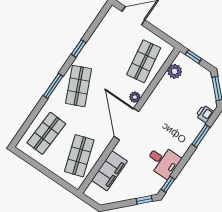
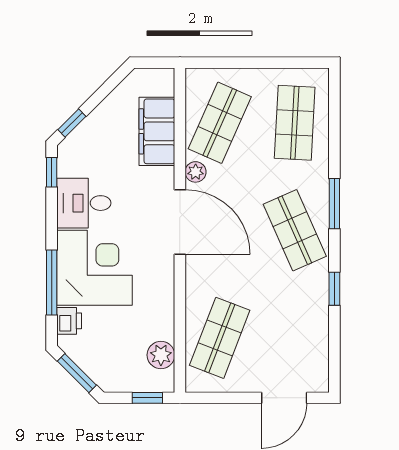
shop shelf: (144, 61) -> (220, 338), turned 30
plant: (135, 97) -> (196, 172), moved
corner desk: (178, 130) -> (95, 268), added
window: (201, 136) -> (52, 283), width x1.44
shop shelf: (79, 156) -> (220, 123), turned 42

